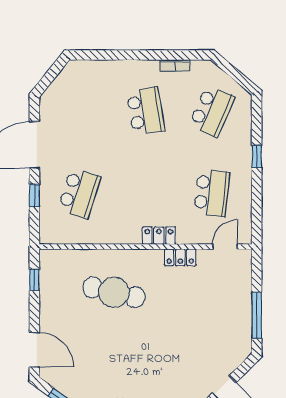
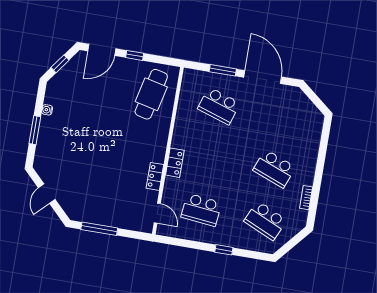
school desk: (146, 111) -> (274, 169), turned 30
window: (34, 196) -> (223, 70), width x1.50
window: (34, 280) -> (135, 55), moved
cafe table: (114, 292) -> (151, 94), moved

